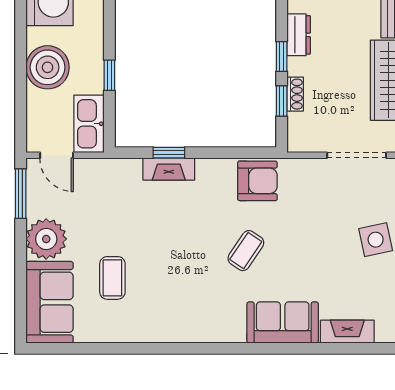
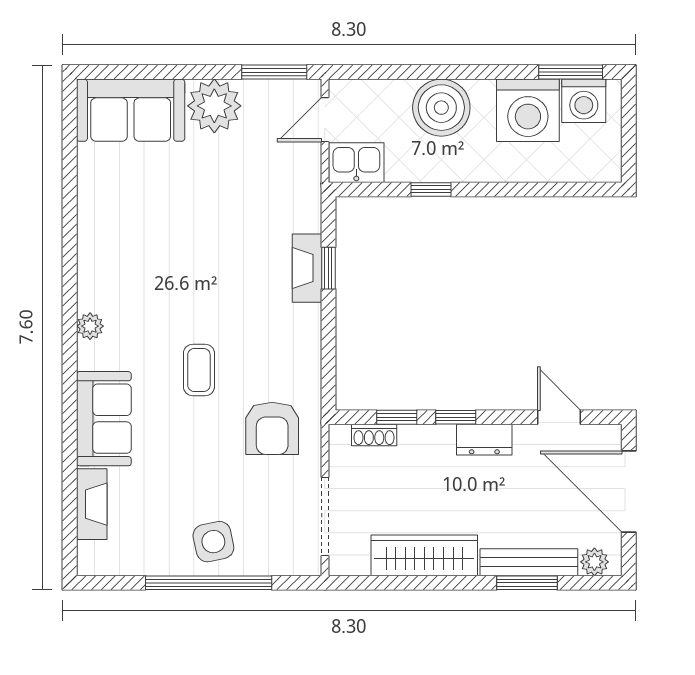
shoe rack: (295, 94) -> (374, 435), moved
kitchen sink: (89, 124) -> (356, 163), width x0.73
armchair: (257, 181) -> (272, 428), moved
coffee table: (246, 251) -> (199, 370), turned 56
coffee table: (112, 278) -> (163, 193), removed
plant: (213, 333) -> (90, 326), added

